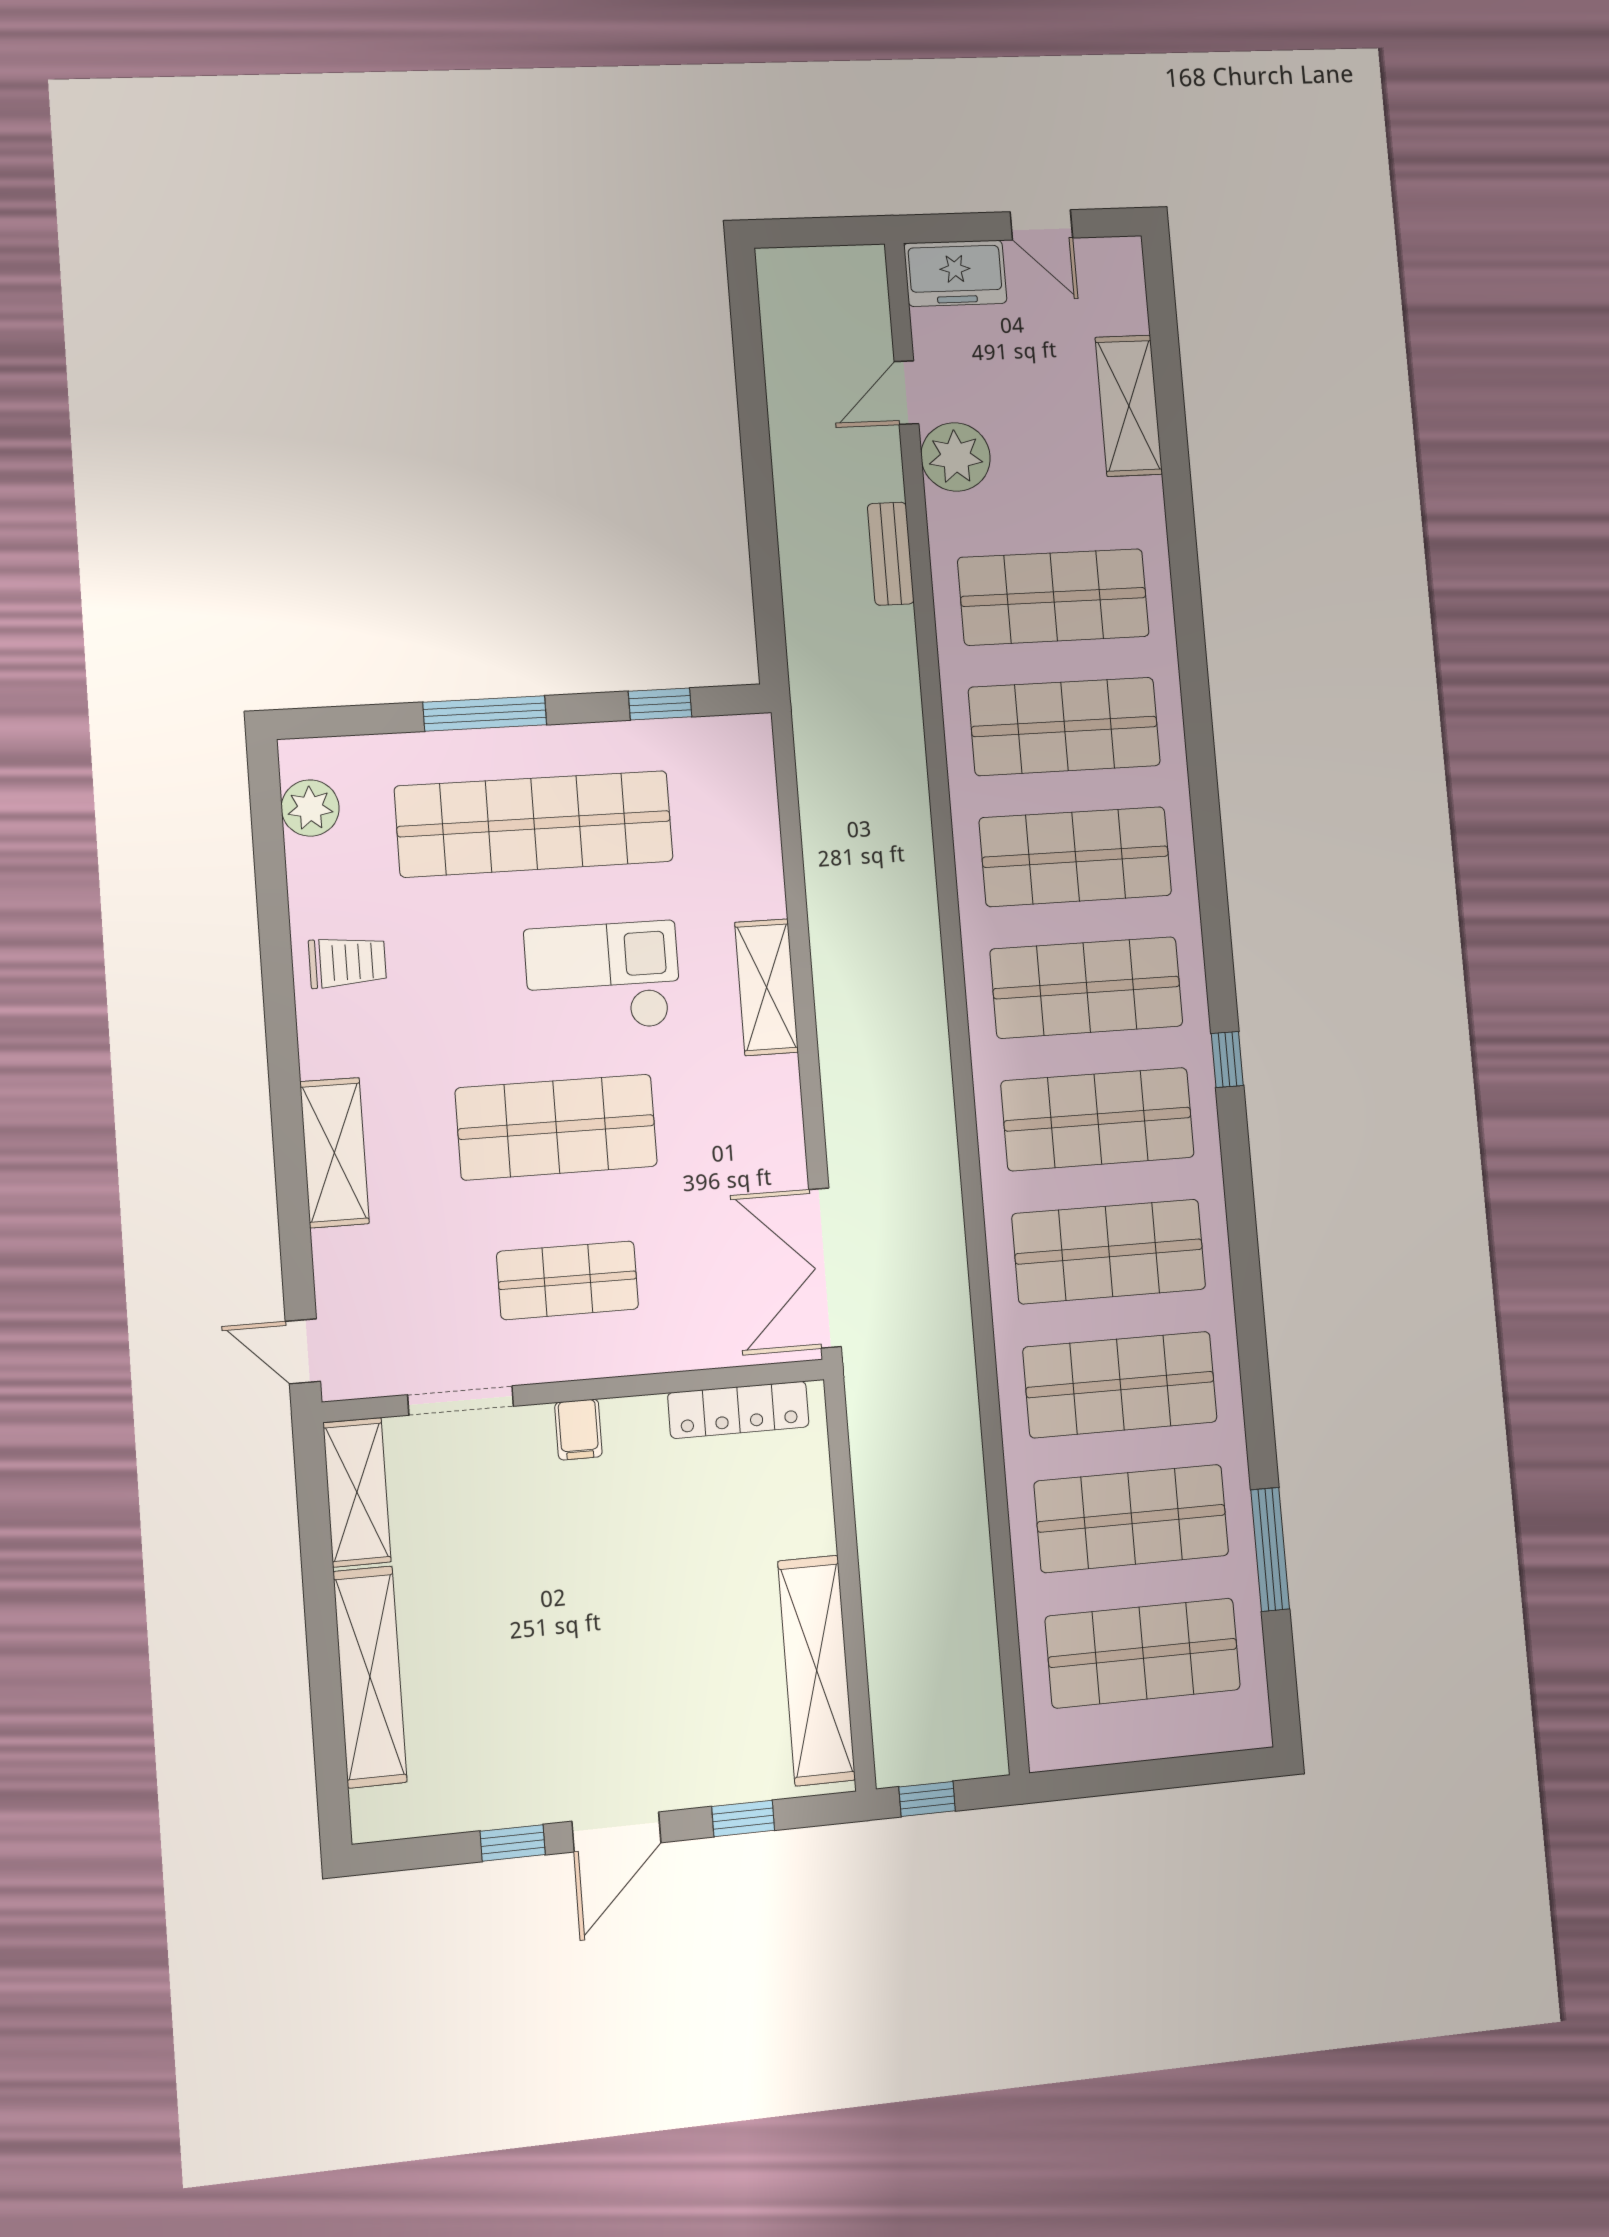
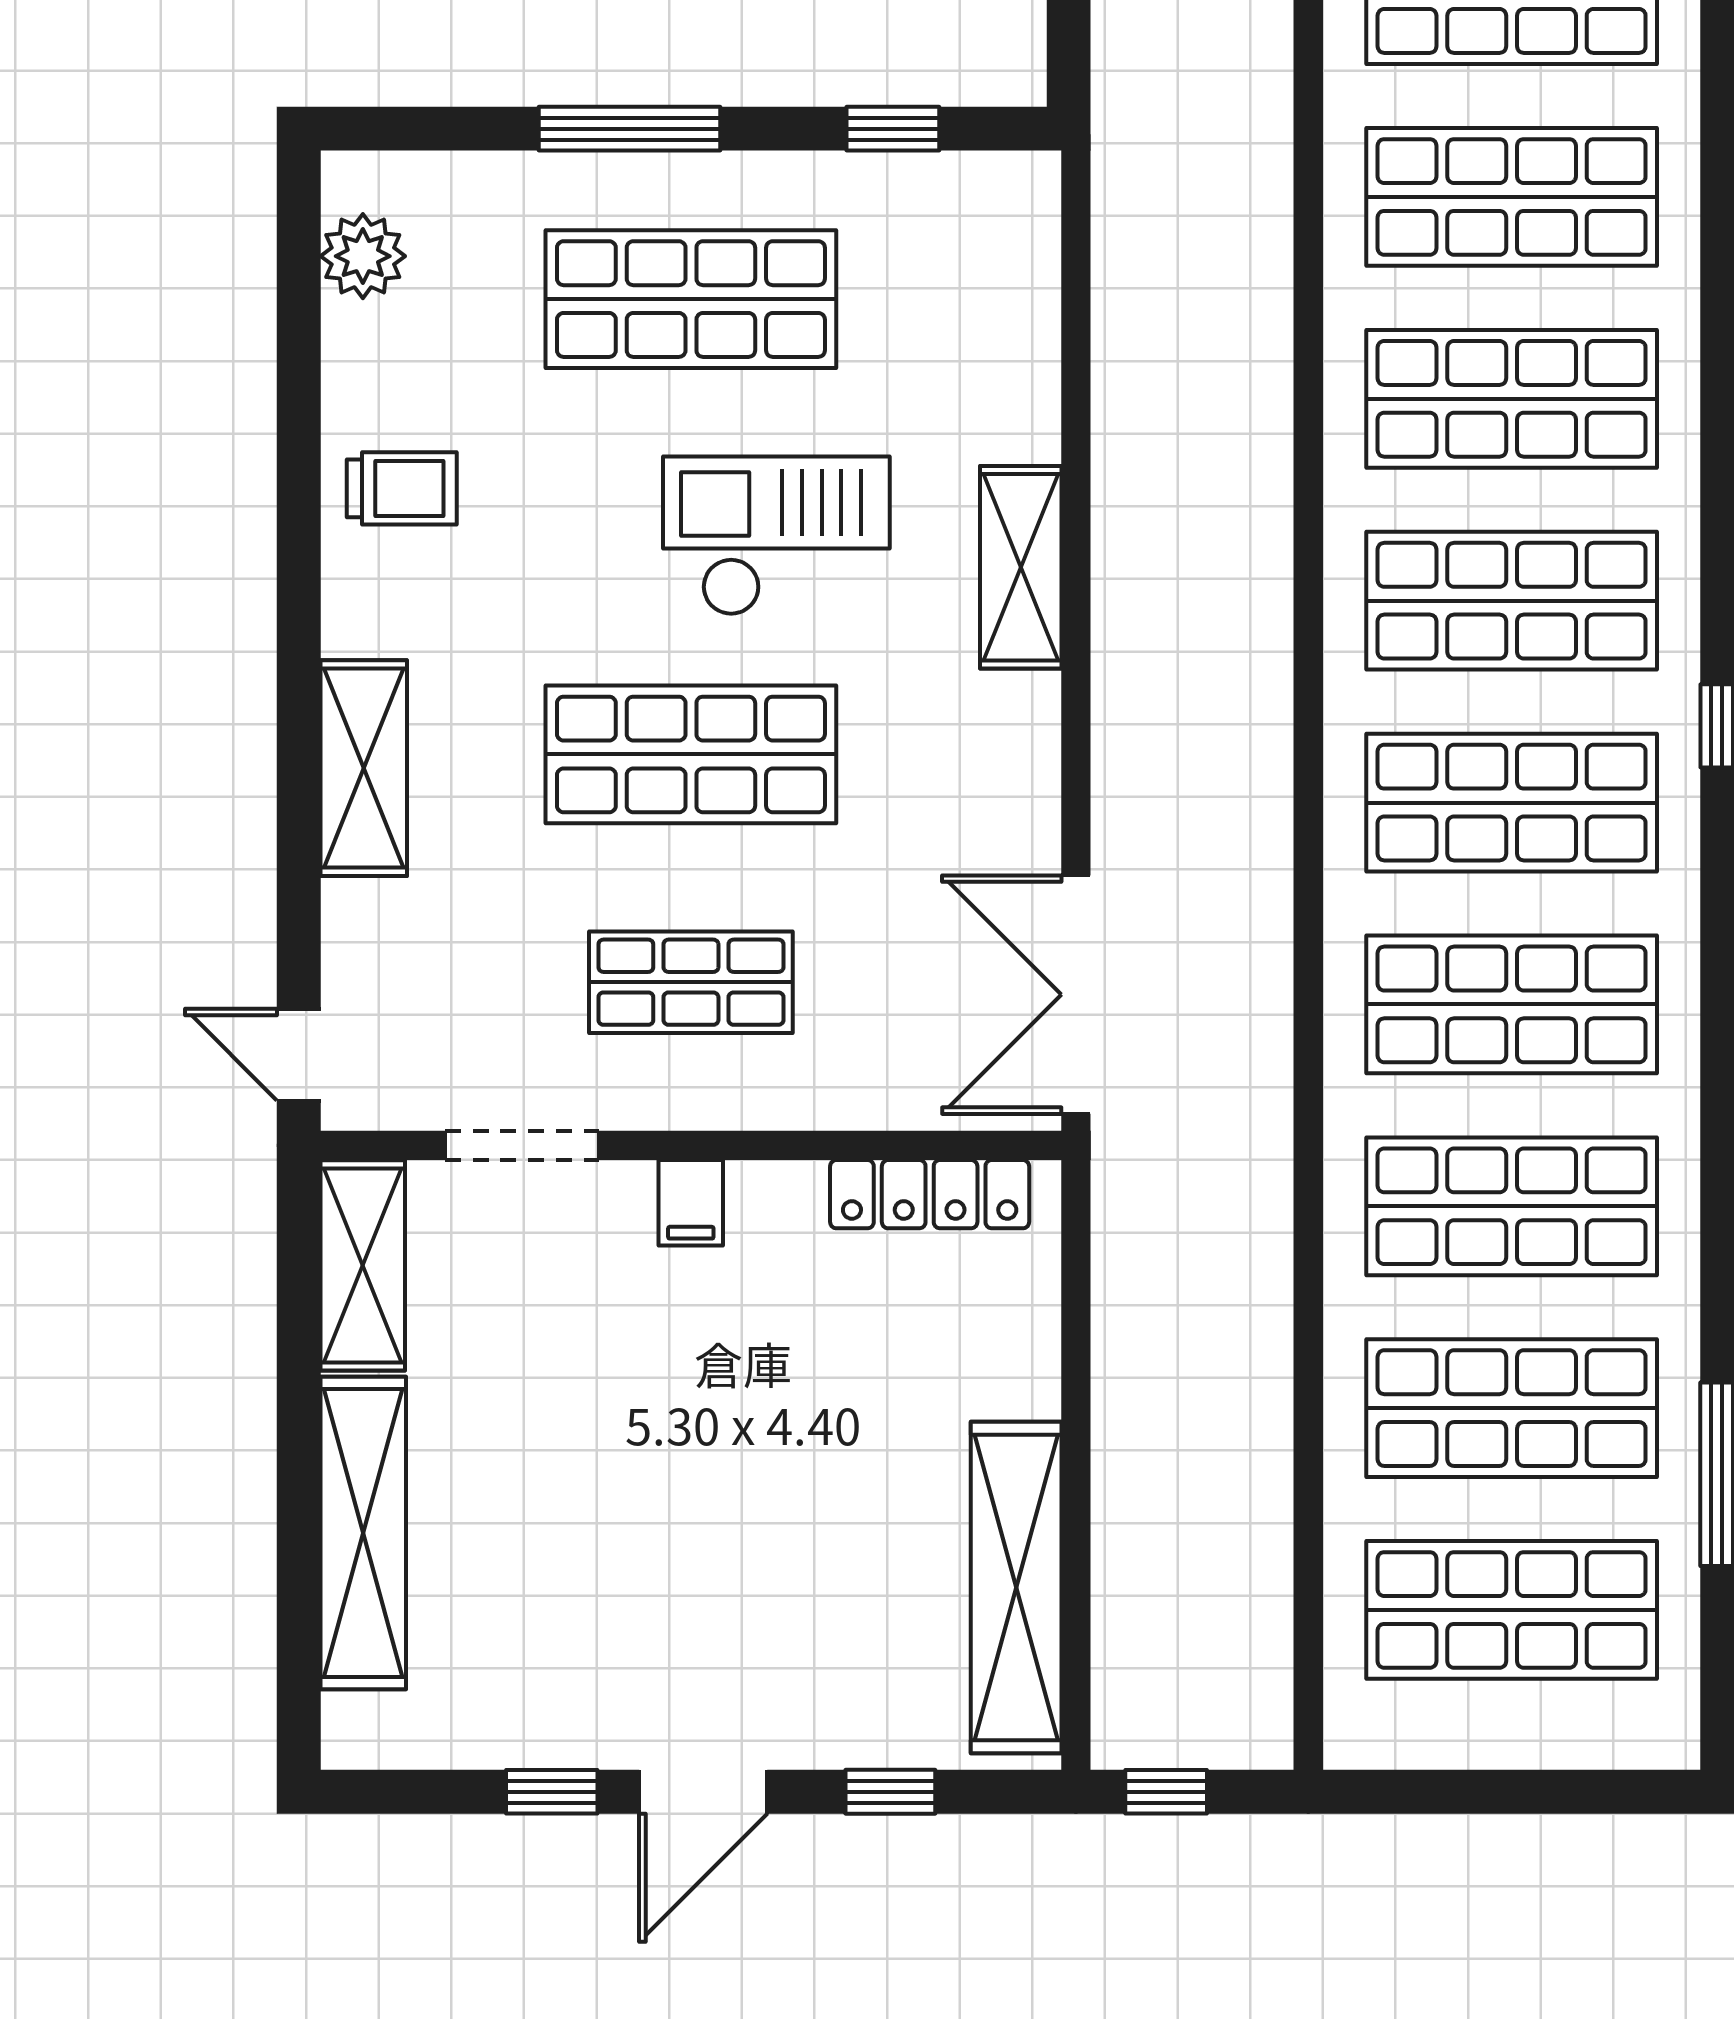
shop shelf: (534, 824) -> (691, 299), width x0.71

